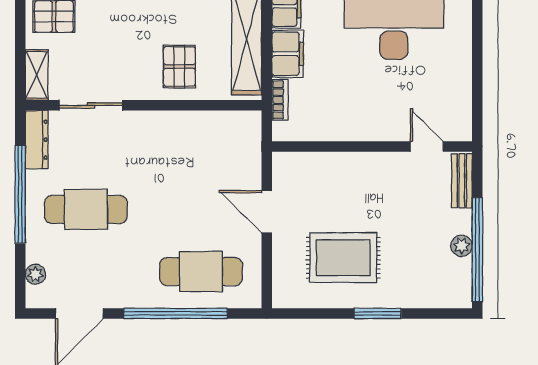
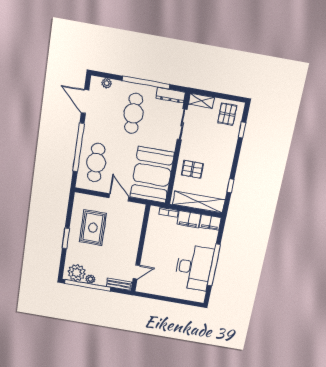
booth: (206, 149) -> (152, 175), added
door: (267, 212) -> (119, 197), hinge flipped
plant: (452, 279) -> (77, 273), added

